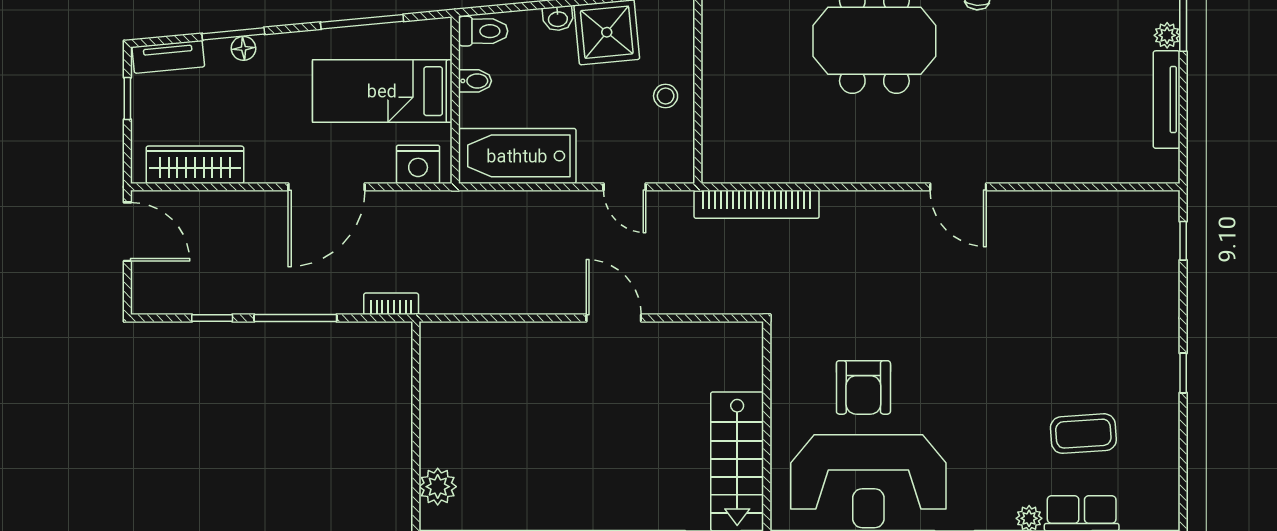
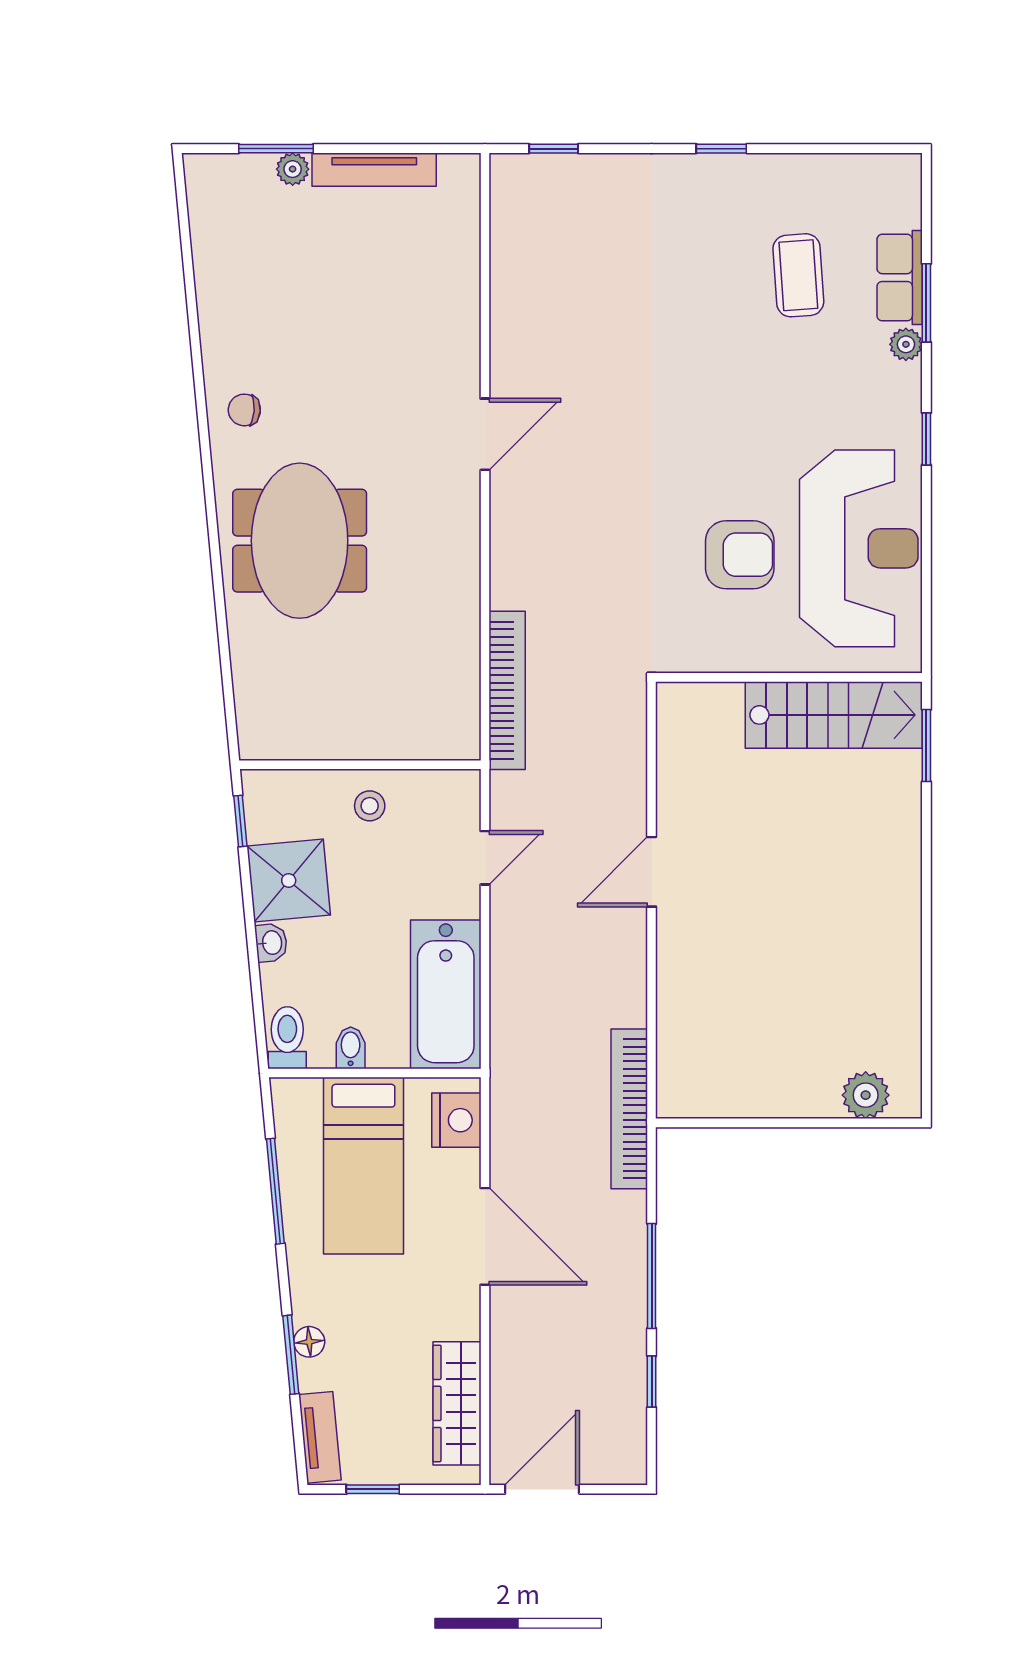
bookcase: (391, 304) -> (629, 1109), width x2.31, depth x1.31

